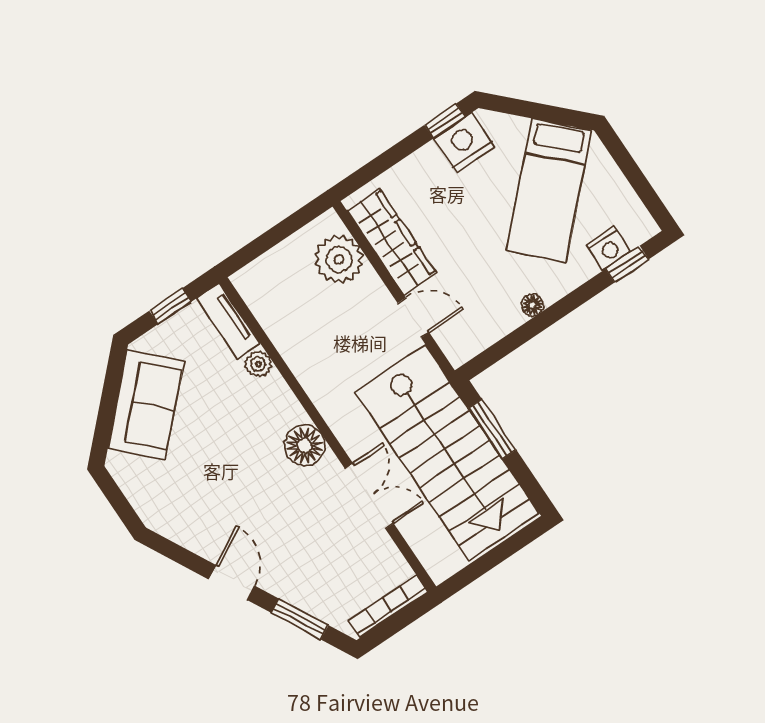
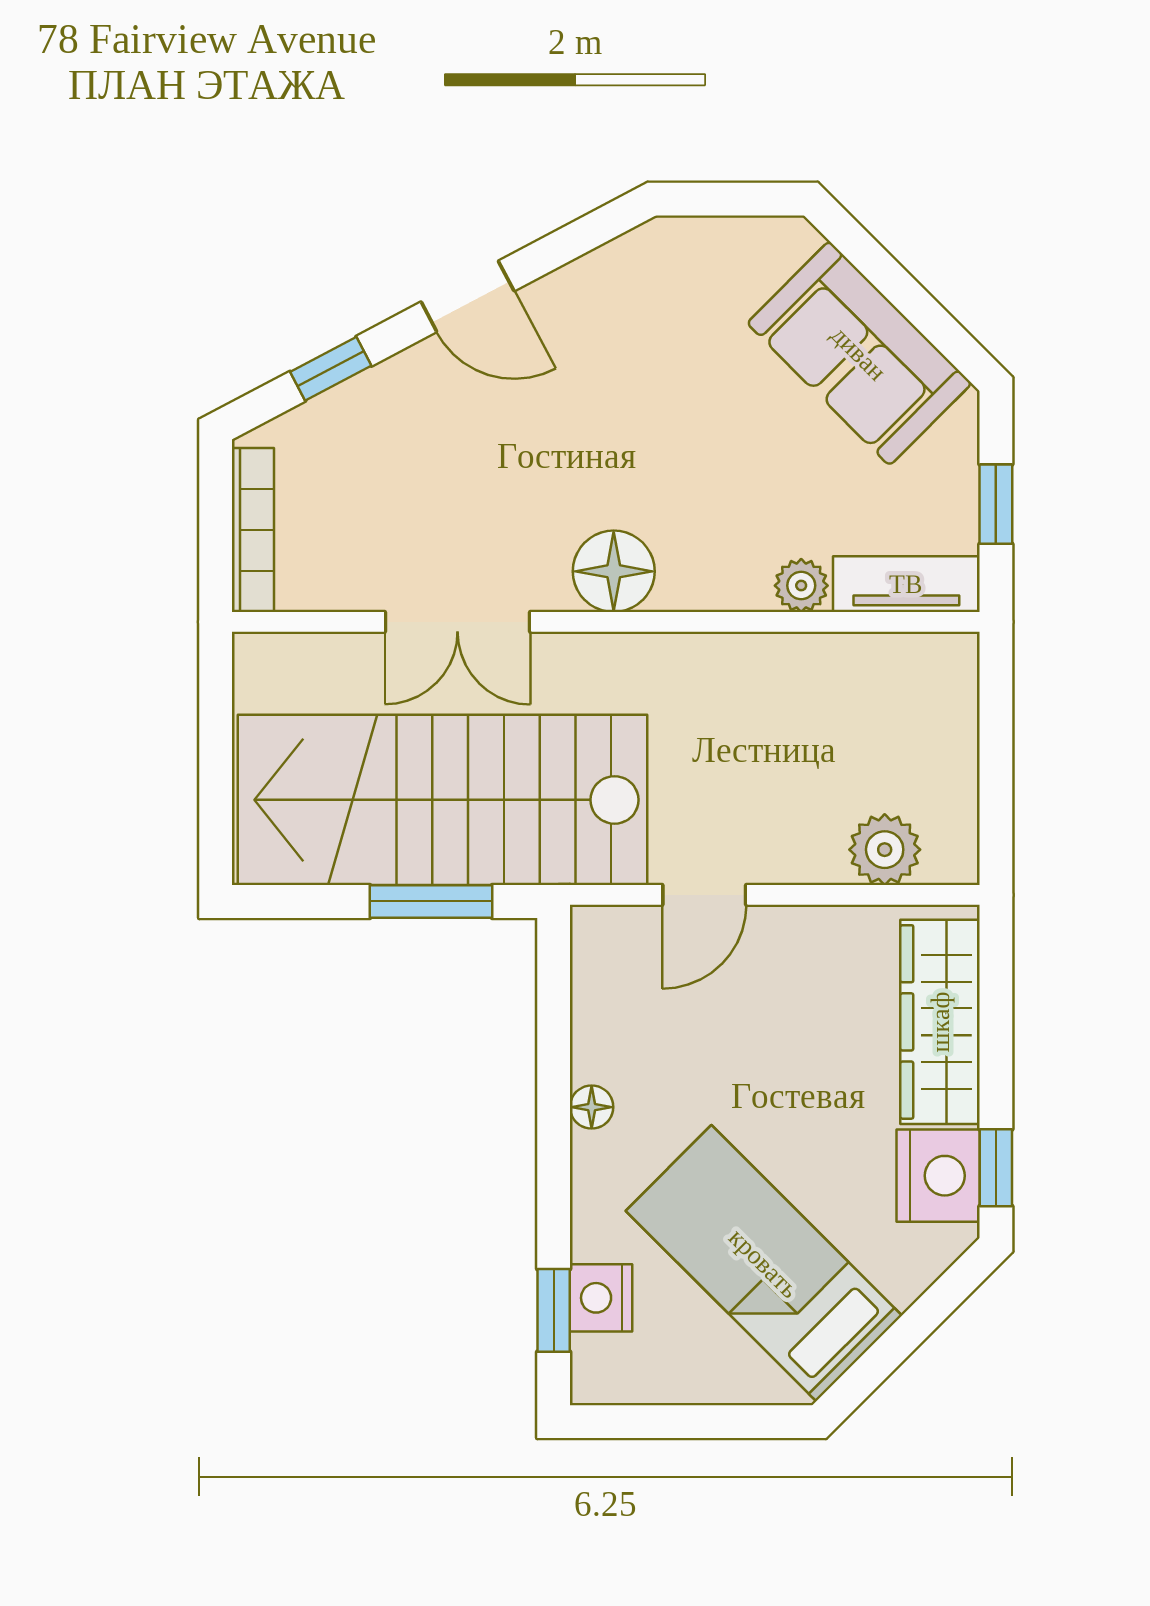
wardrobe: (392, 242) -> (940, 1022), moved, turned 90
plant: (339, 259) -> (885, 850), width x0.73, depth x0.73
window: (300, 619) -> (331, 369), width x0.67

